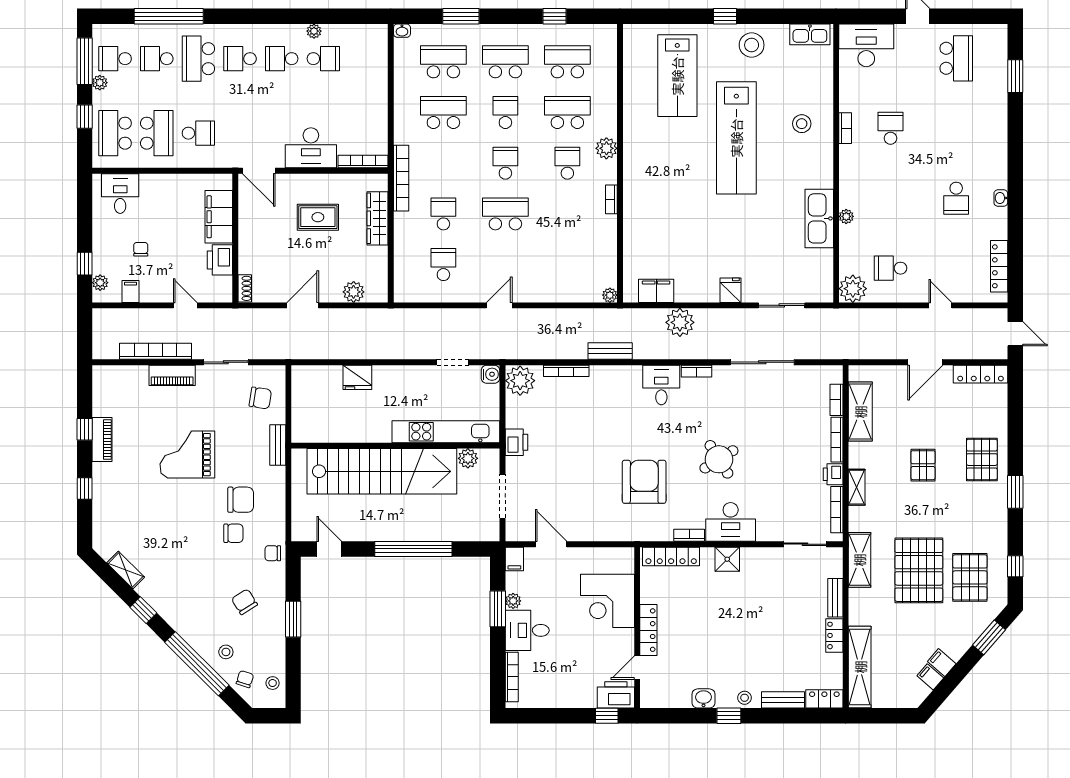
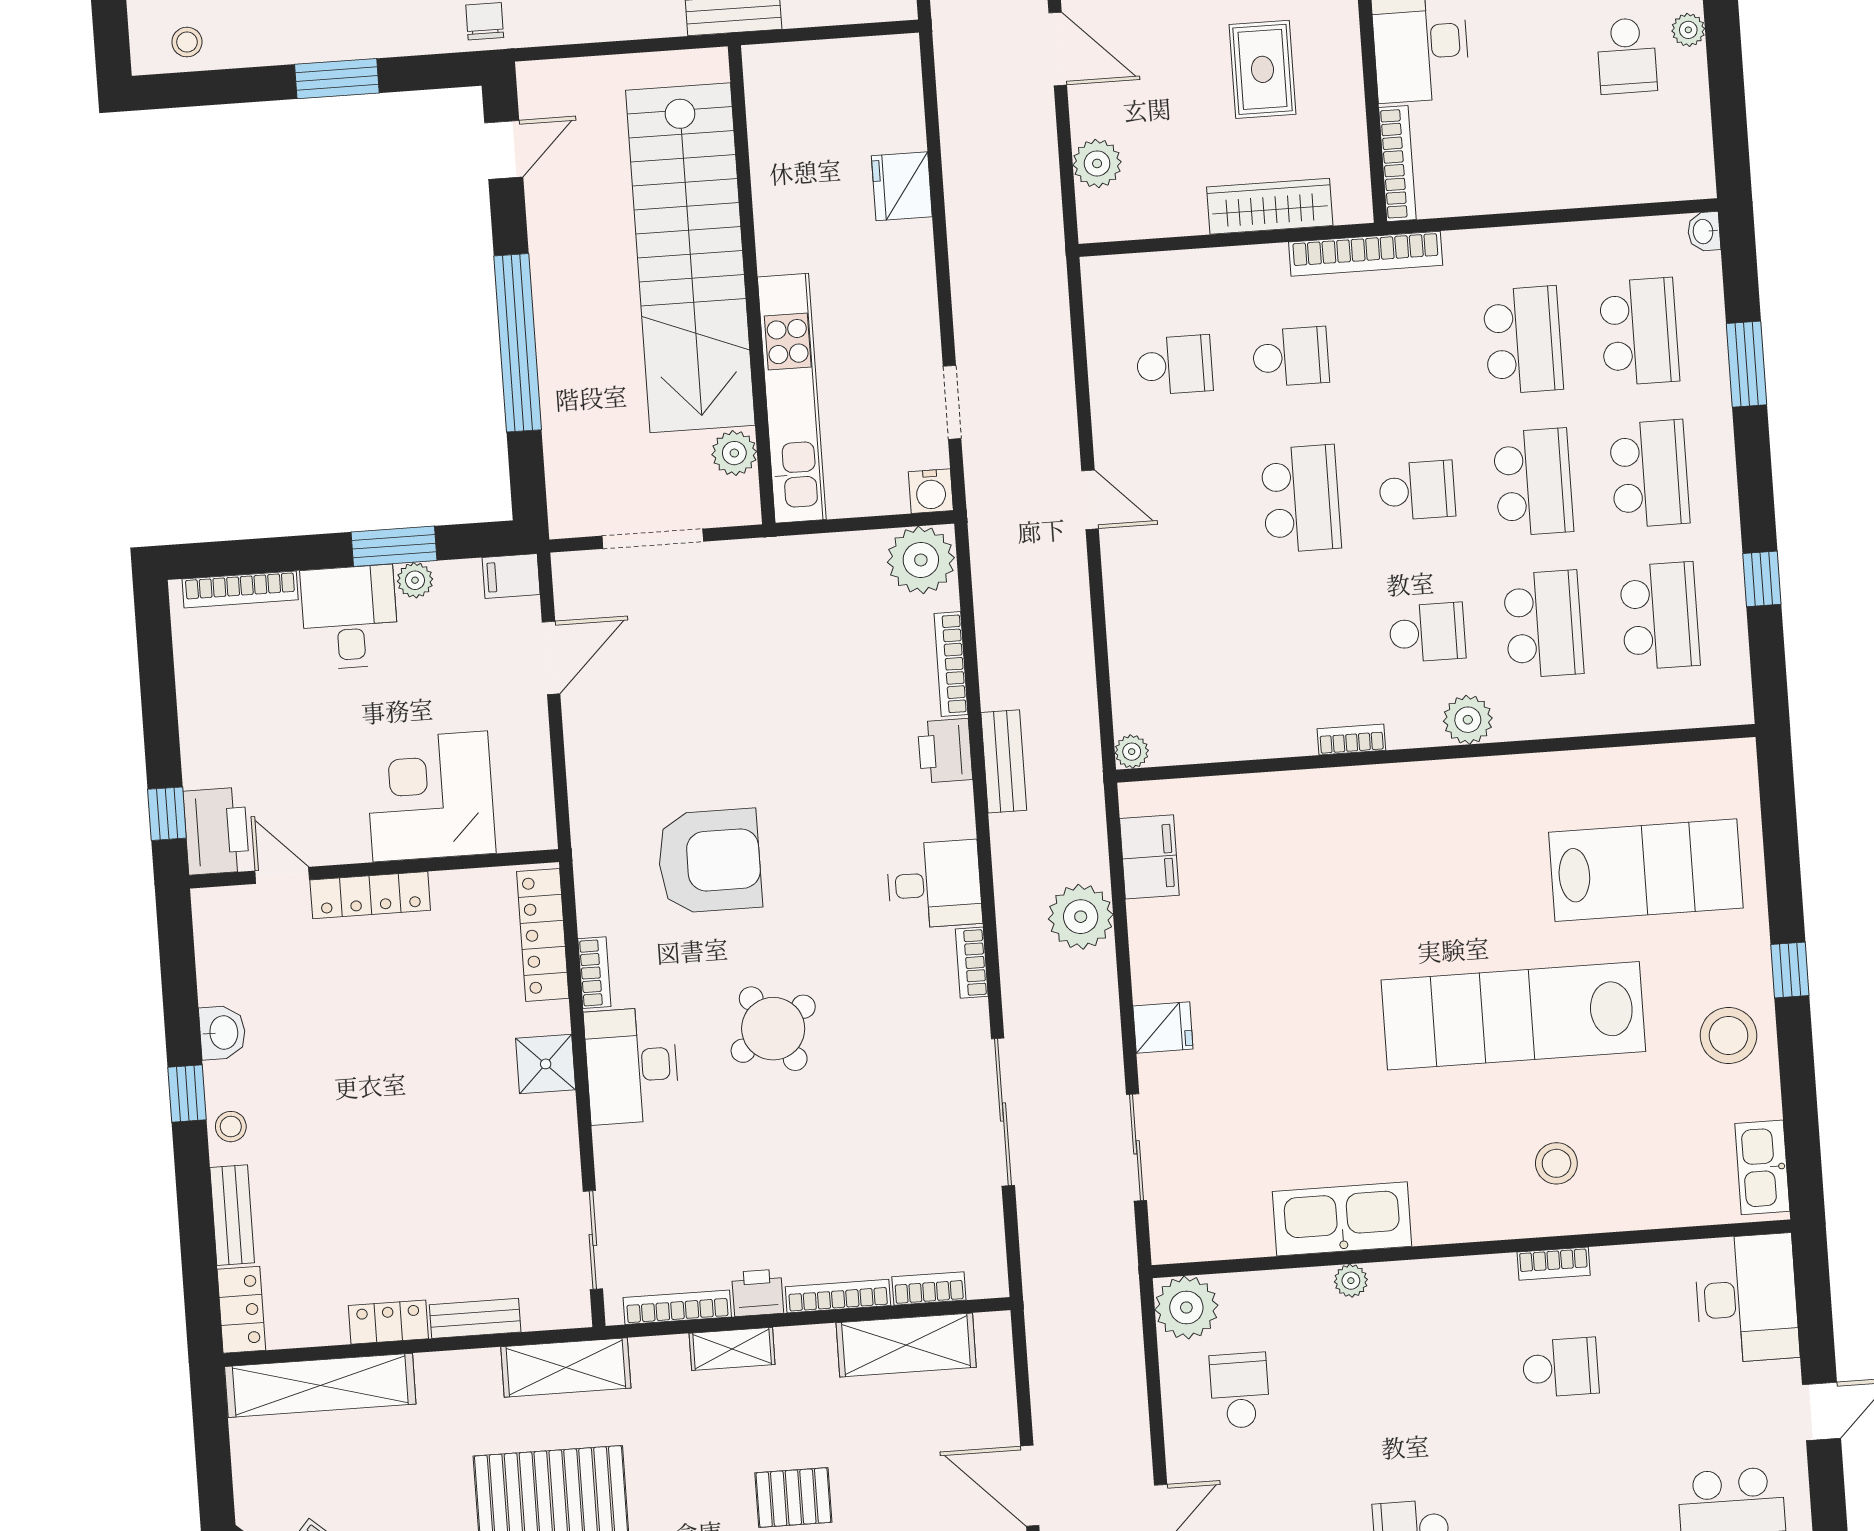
lab bench: (677, 76) -> (1646, 870), turned 180
school desk: (505, 113) -> (1533, 482), width x1.85
printer: (516, 442) -> (945, 751), moved, turned 90

